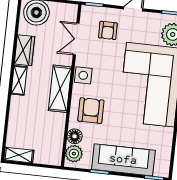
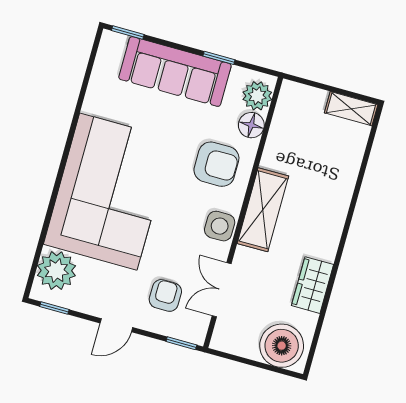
double door: (76, 39) -> (222, 290), swing flipped
shelving: (19, 80) -> (330, 235), removed
armchair: (91, 111) -> (216, 164), turned -90

